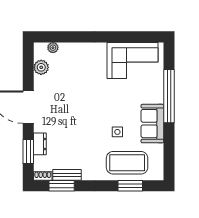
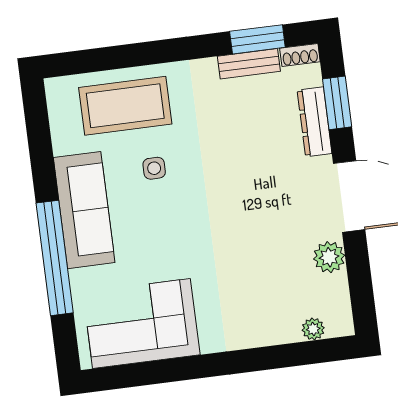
plant: (41, 67) -> (329, 257), moved
sofa: (152, 124) -> (84, 210), width x1.36
dresser: (40, 144) -> (315, 122), width x1.44
window: (130, 186) -> (112, 58), removed

